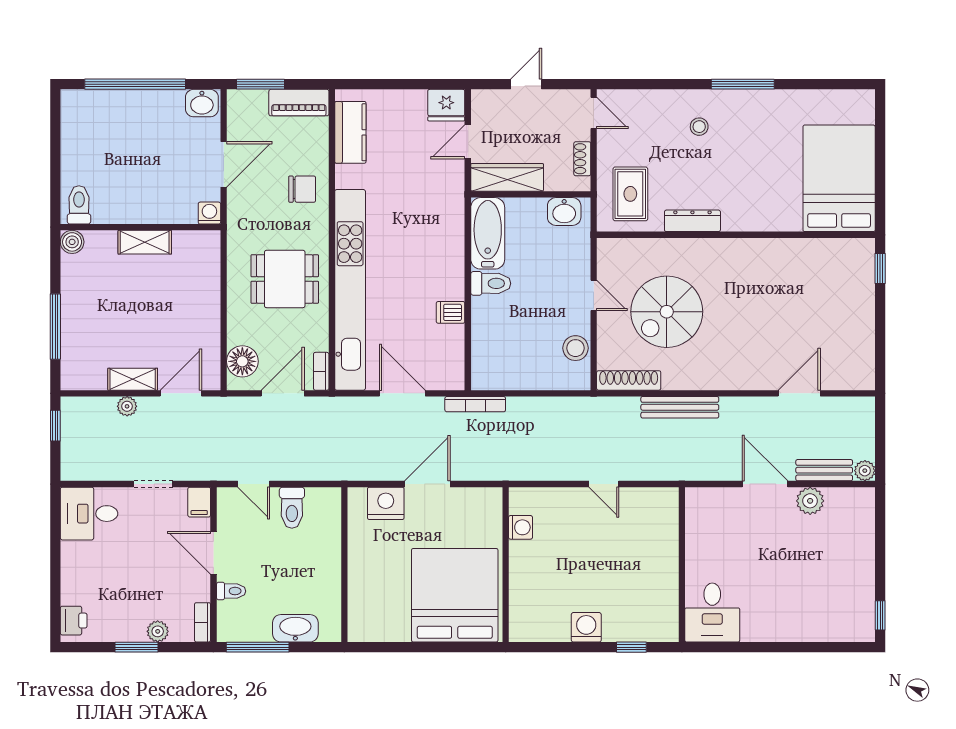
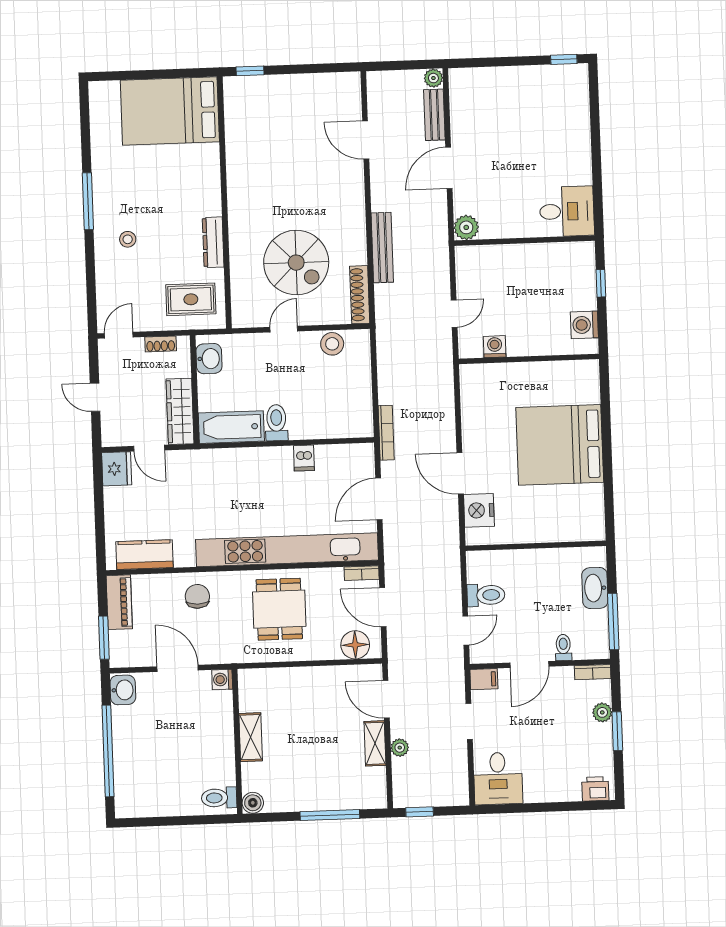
plant: (810, 501) -> (466, 227), moved
washing machine: (520, 527) -> (495, 347), moved
wall: (506, 565) -> (529, 359), moved

